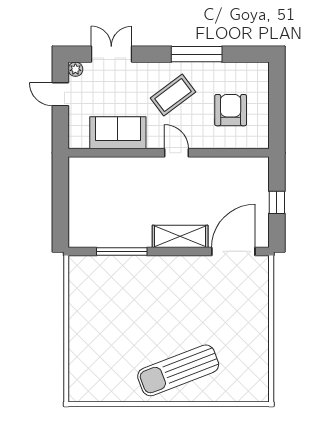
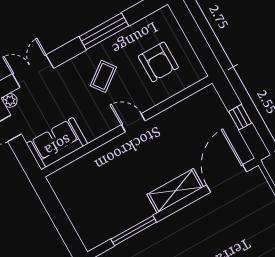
coffee table: (173, 95) -> (103, 76), width x0.73, depth x0.77
armchair: (231, 110) -> (158, 62), turned 180
sofa: (118, 133) -> (57, 144), moved

